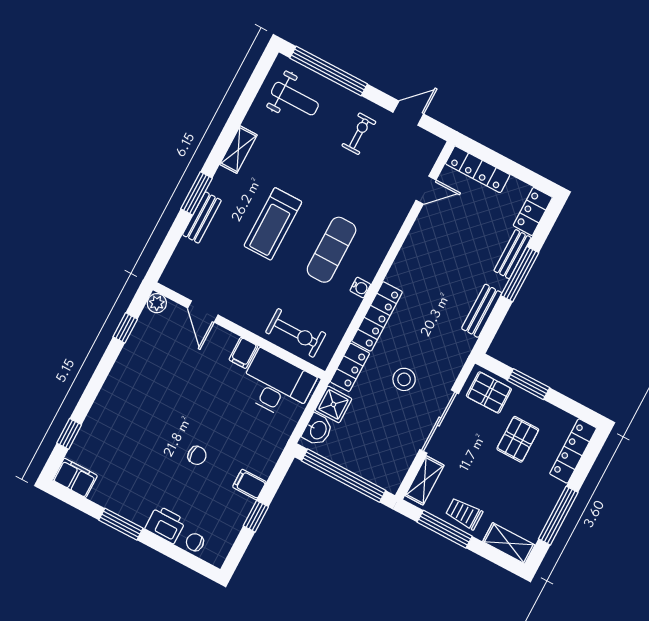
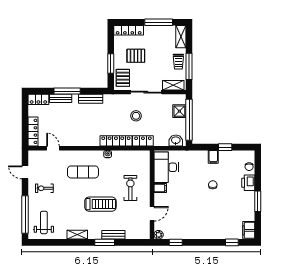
exercise mat: (332, 250) -> (83, 172), moved
exercise bike: (296, 333) -> (130, 188), moved
shower: (333, 404) -> (179, 111), moved

